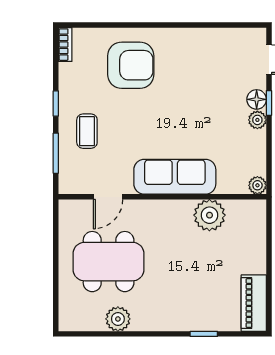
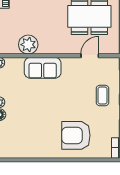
sofa: (175, 177) -> (43, 68), width x0.73

